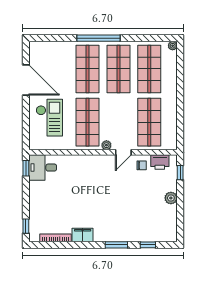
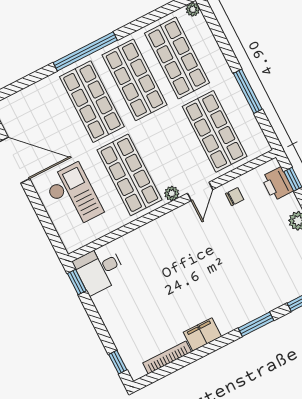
window: (180, 109) -> (248, 91), added
printer: (160, 162) -> (277, 184), moved, turned 90

